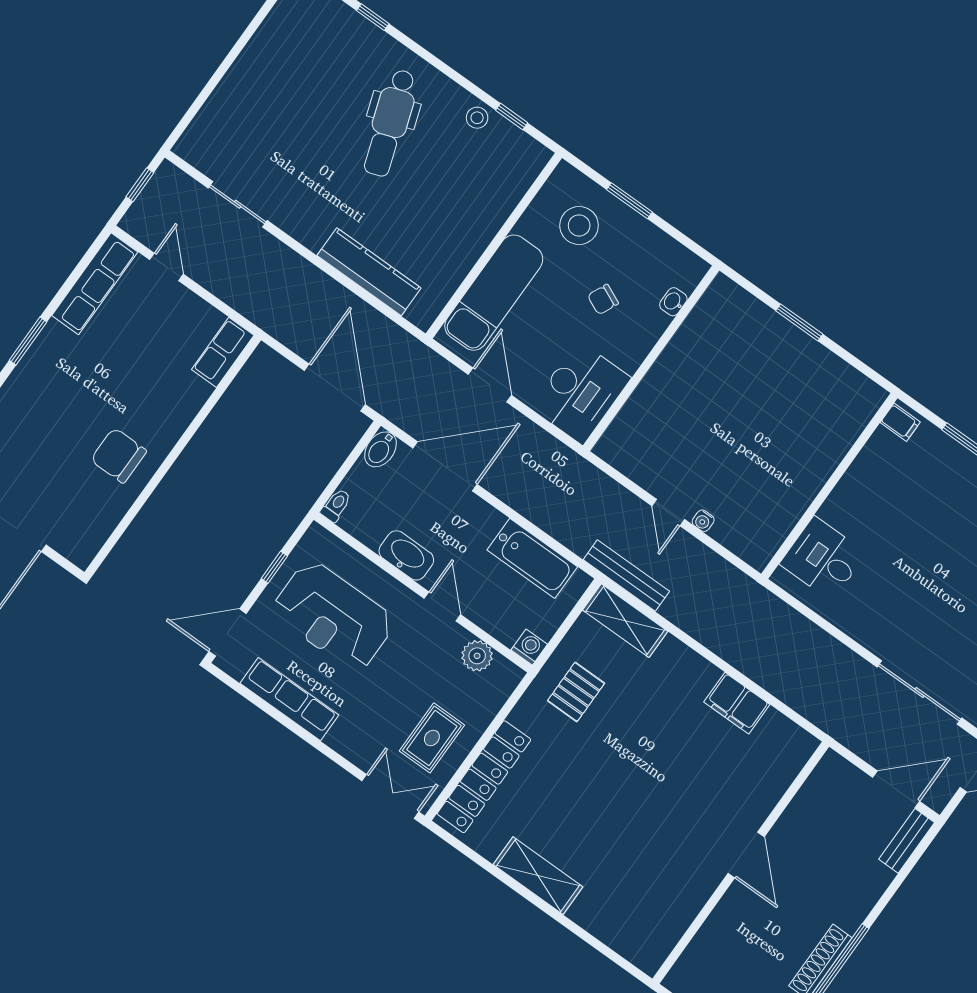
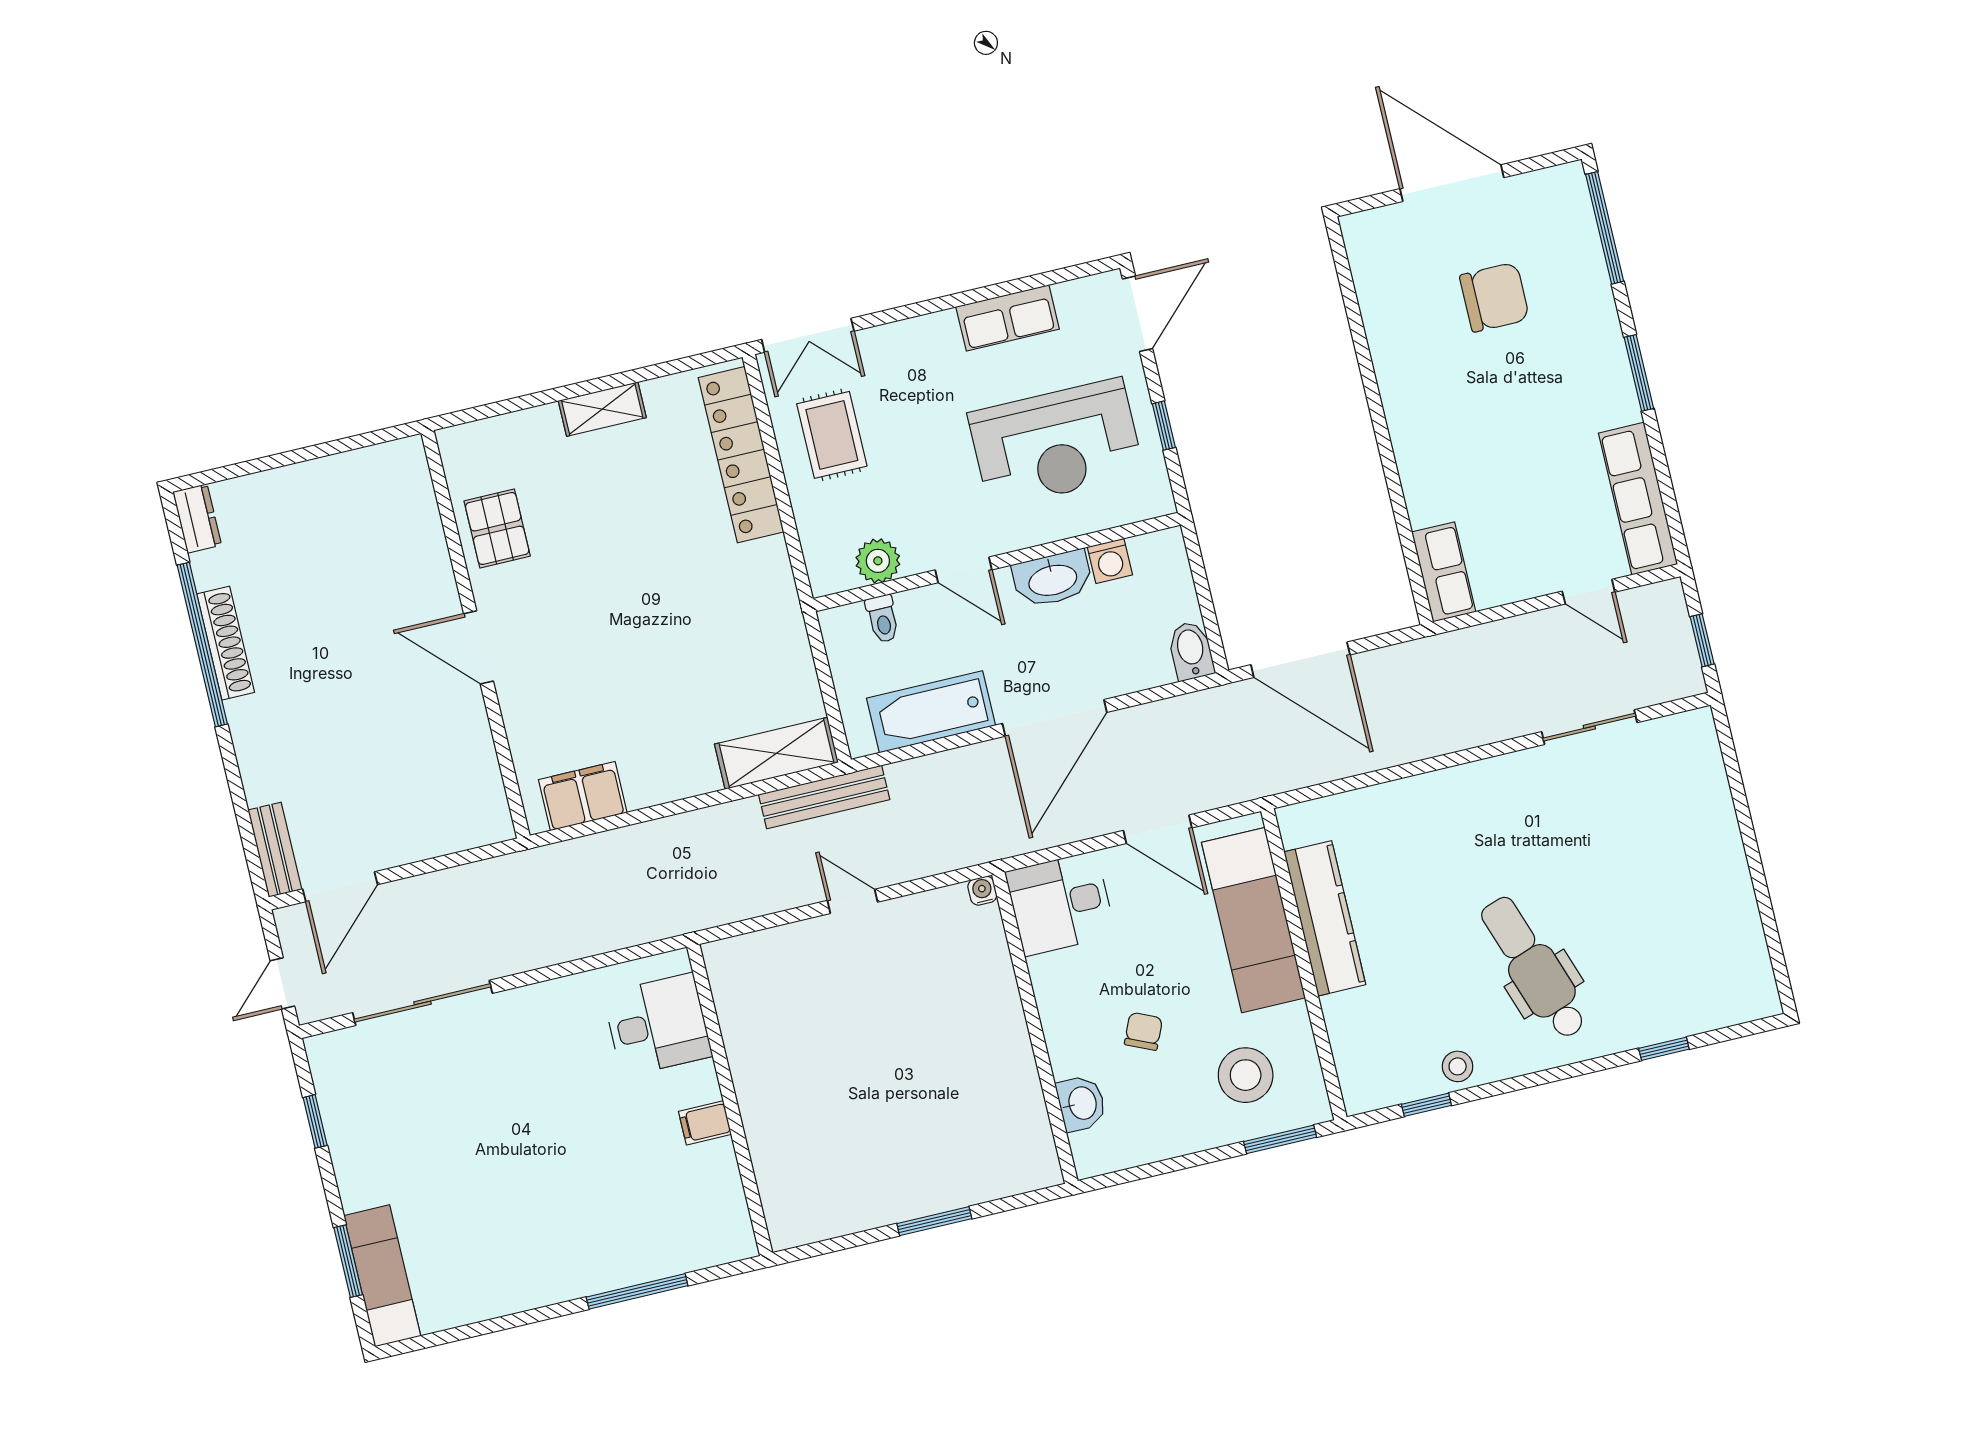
window: (629, 201) -> (1280, 1139), moved
kitchen counter: (369, 272) -> (1325, 918), moved, turned -90
washbasin: (673, 302) -> (1081, 1103), width x1.38, depth x1.45
desk: (580, 393) -> (1060, 904), width x0.73
filing cabinet: (900, 422) -> (705, 1123), moved
chair: (119, 455) -> (1494, 297), moved
door: (445, 466) -> (1055, 718), moved
toilet: (336, 505) -> (883, 619), moved
water cooler: (703, 521) -> (982, 891), moved
reception desk: (333, 616) -> (1056, 443), turned 180
washing machine: (529, 647) -> (1110, 561), moved
pallet: (576, 692) -> (497, 529), moved
row of seats: (289, 699) -> (1008, 318), width x0.68
door: (746, 855) -> (479, 647), moved
wall: (741, 863) -> (475, 634), moved
shelving: (538, 876) -> (602, 409), width x0.67, depth x0.75

